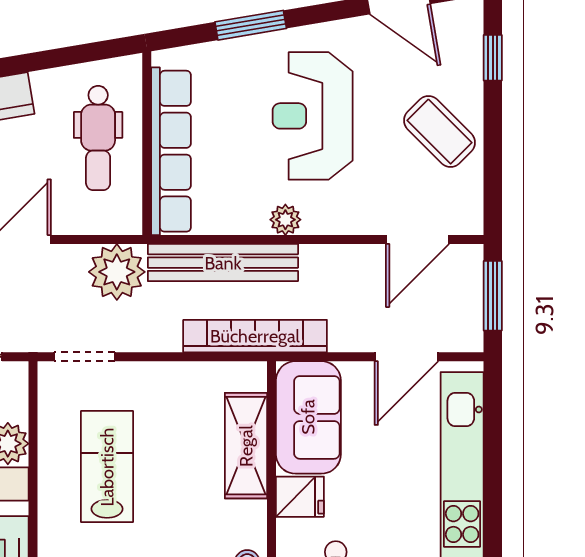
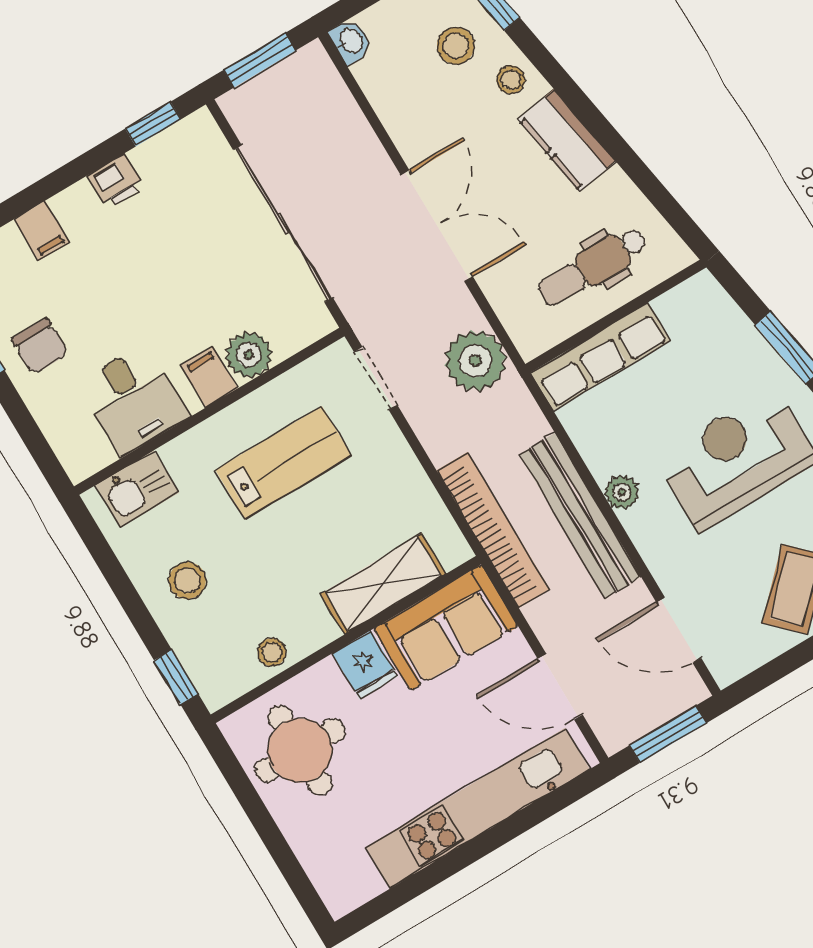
row of seats: (171, 151) -> (601, 356), width x0.73
bench: (223, 263) -> (580, 516), moved

